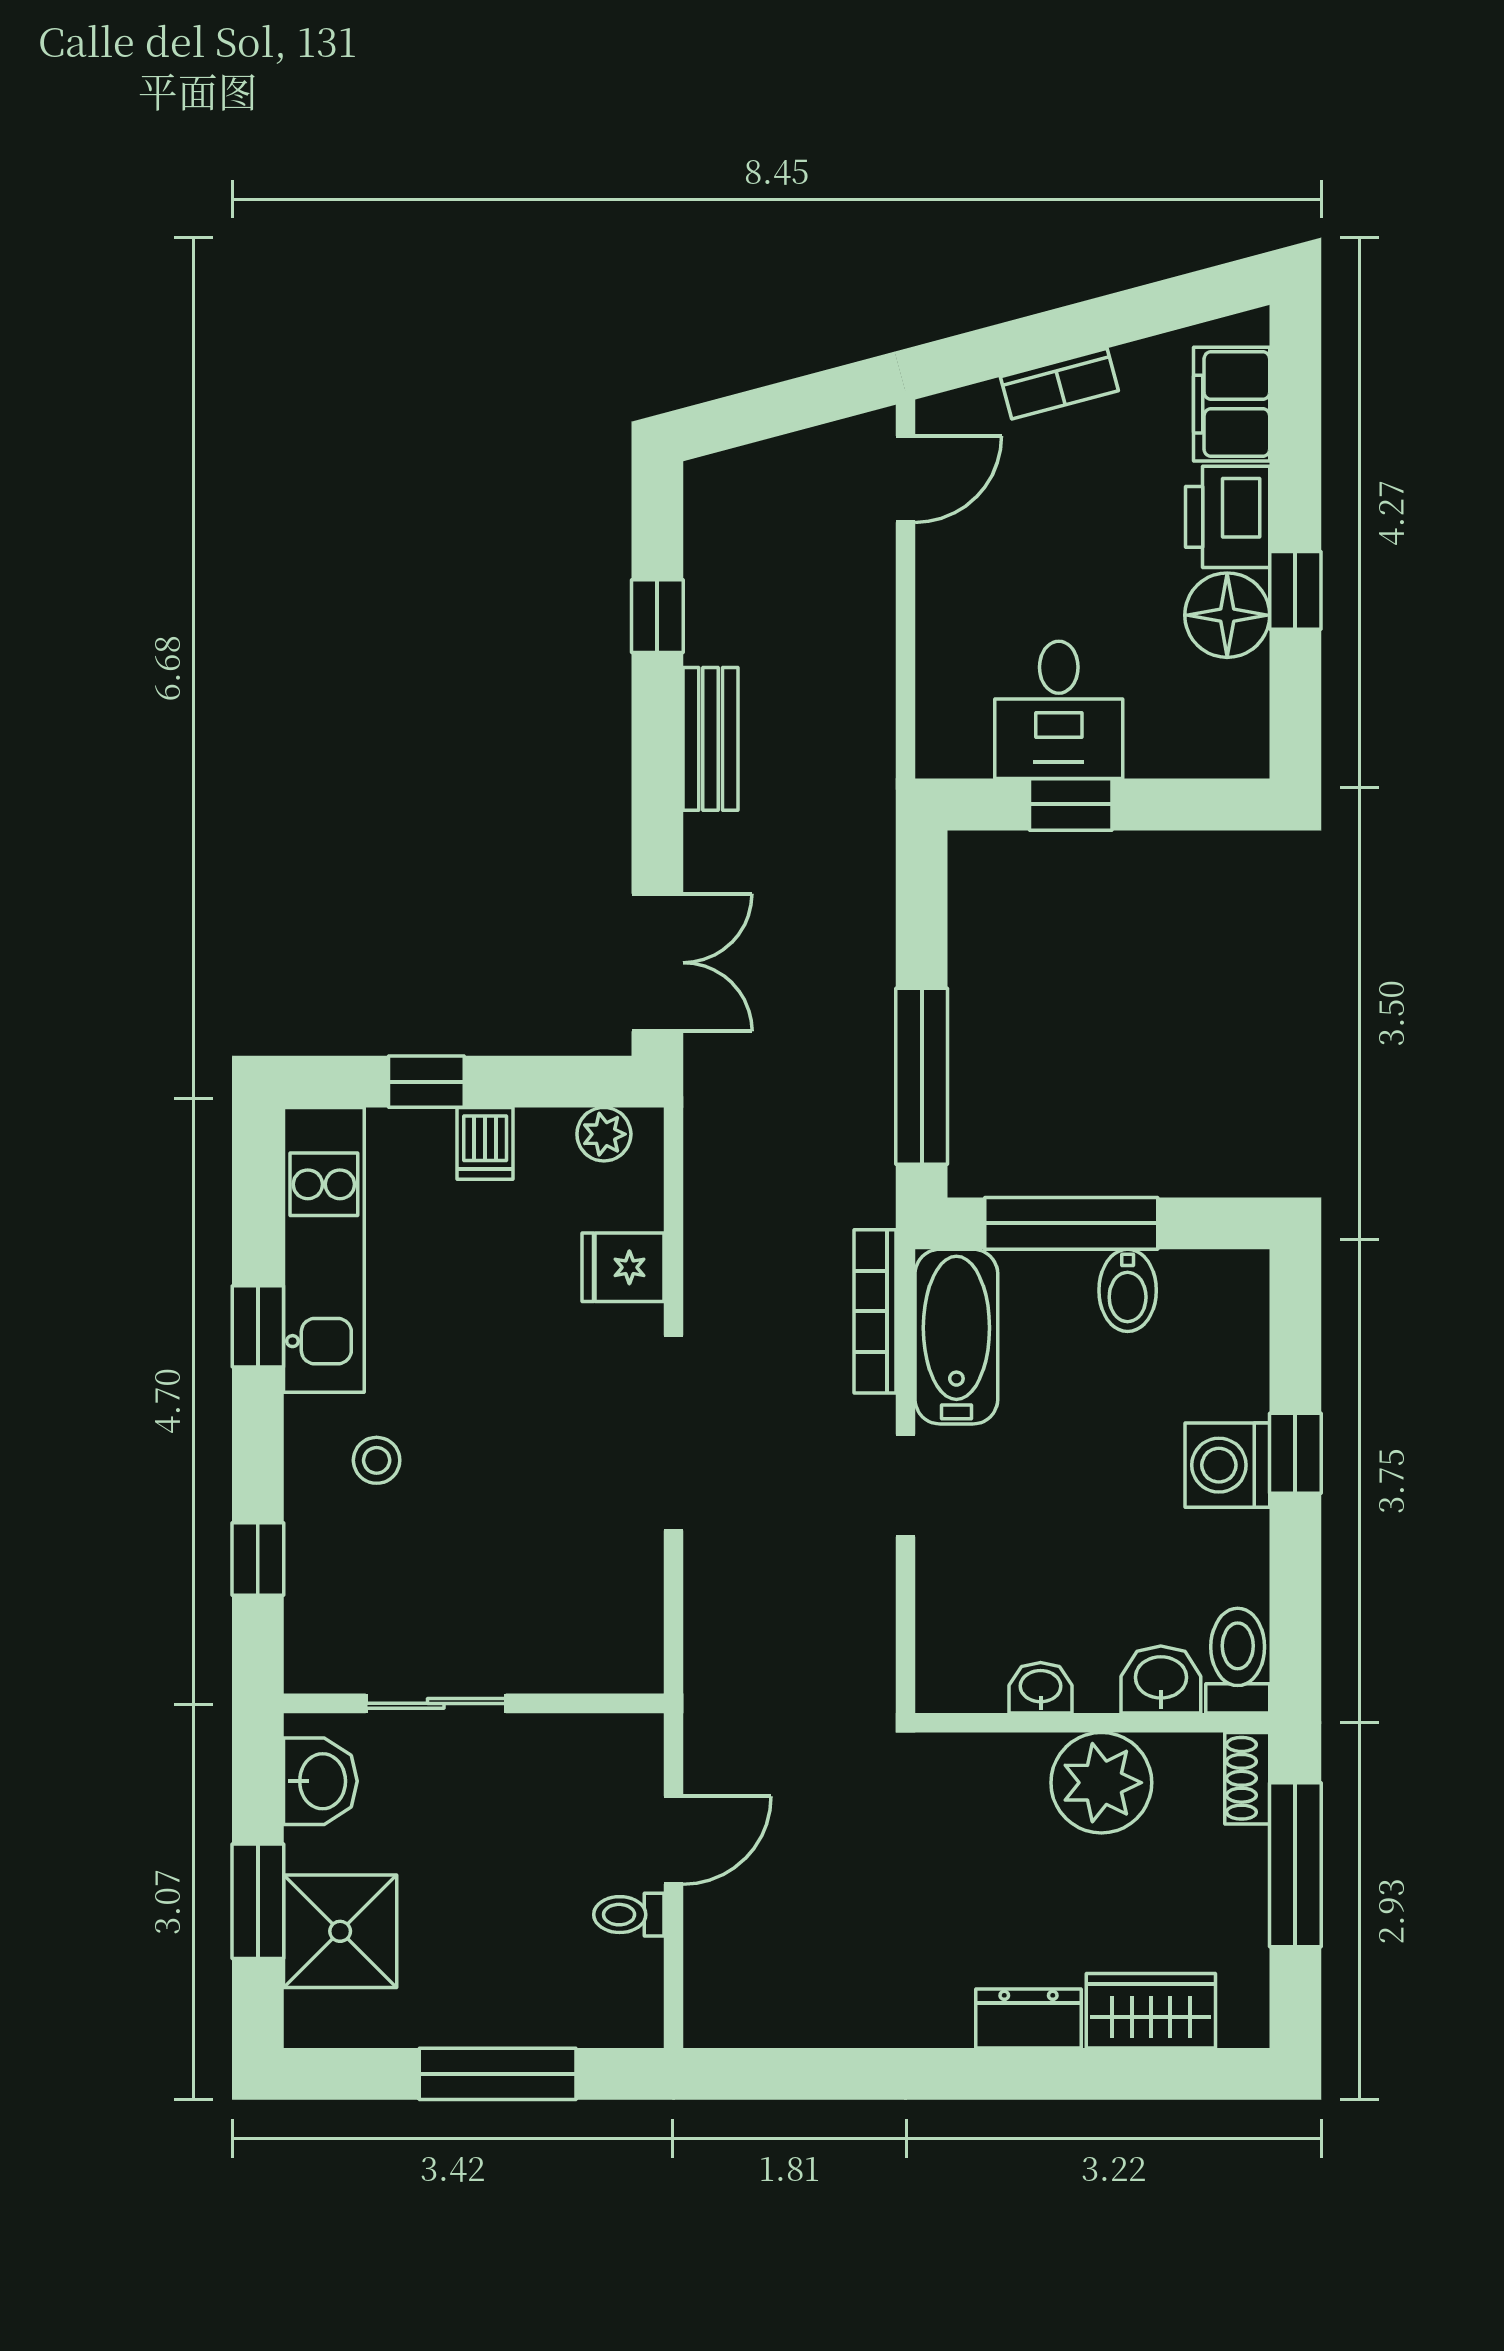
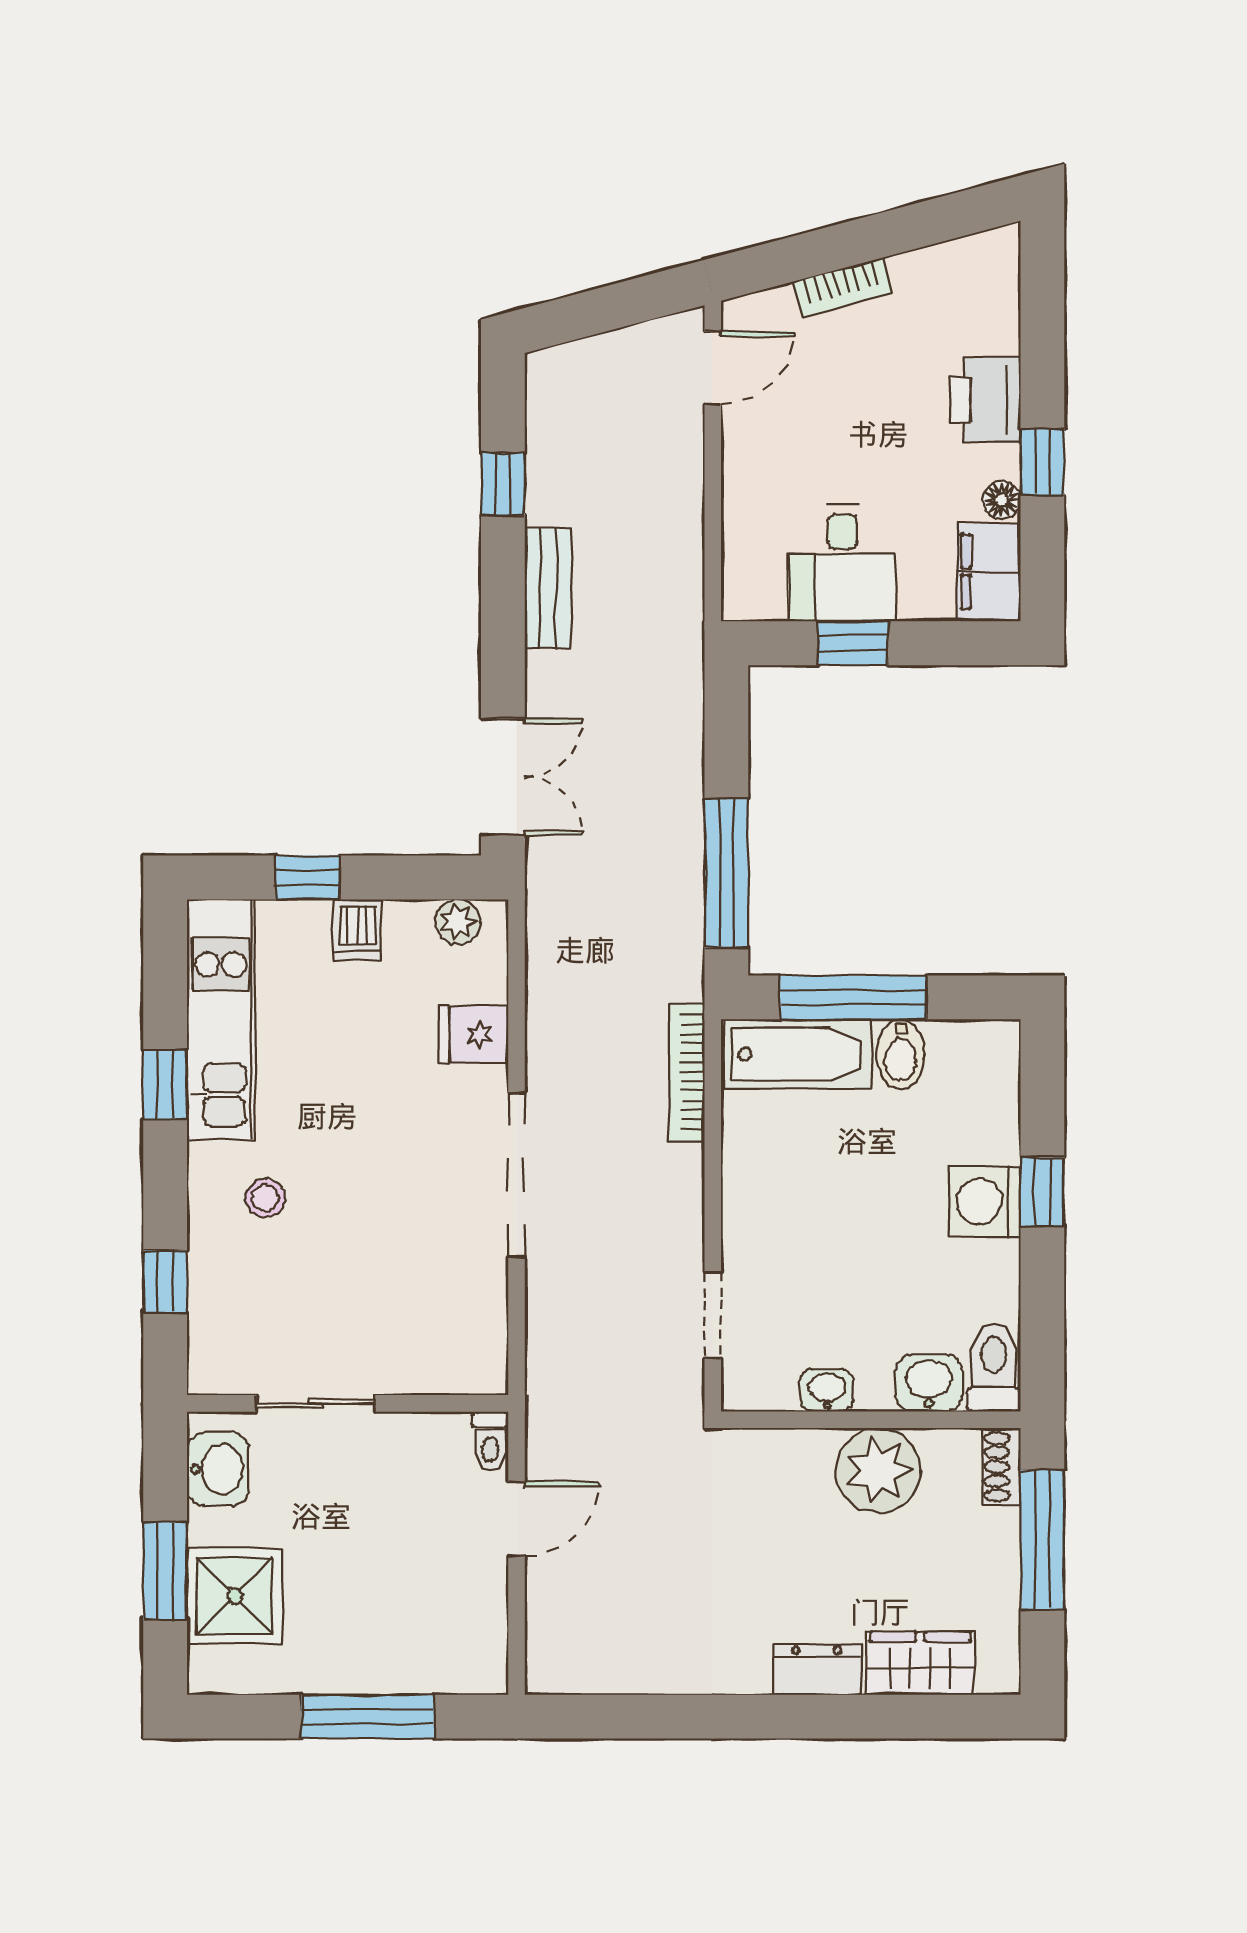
filing cabinet: (1232, 404) -> (988, 571), moved
floor lamp: (1227, 615) -> (1002, 500), width x0.53, depth x0.53
bathtub: (956, 1337) -> (798, 1054), moved, turned 90
doorway: (906, 1486) -> (713, 1315), moved
toilet: (629, 1915) -> (490, 1441), moved, turned -90

